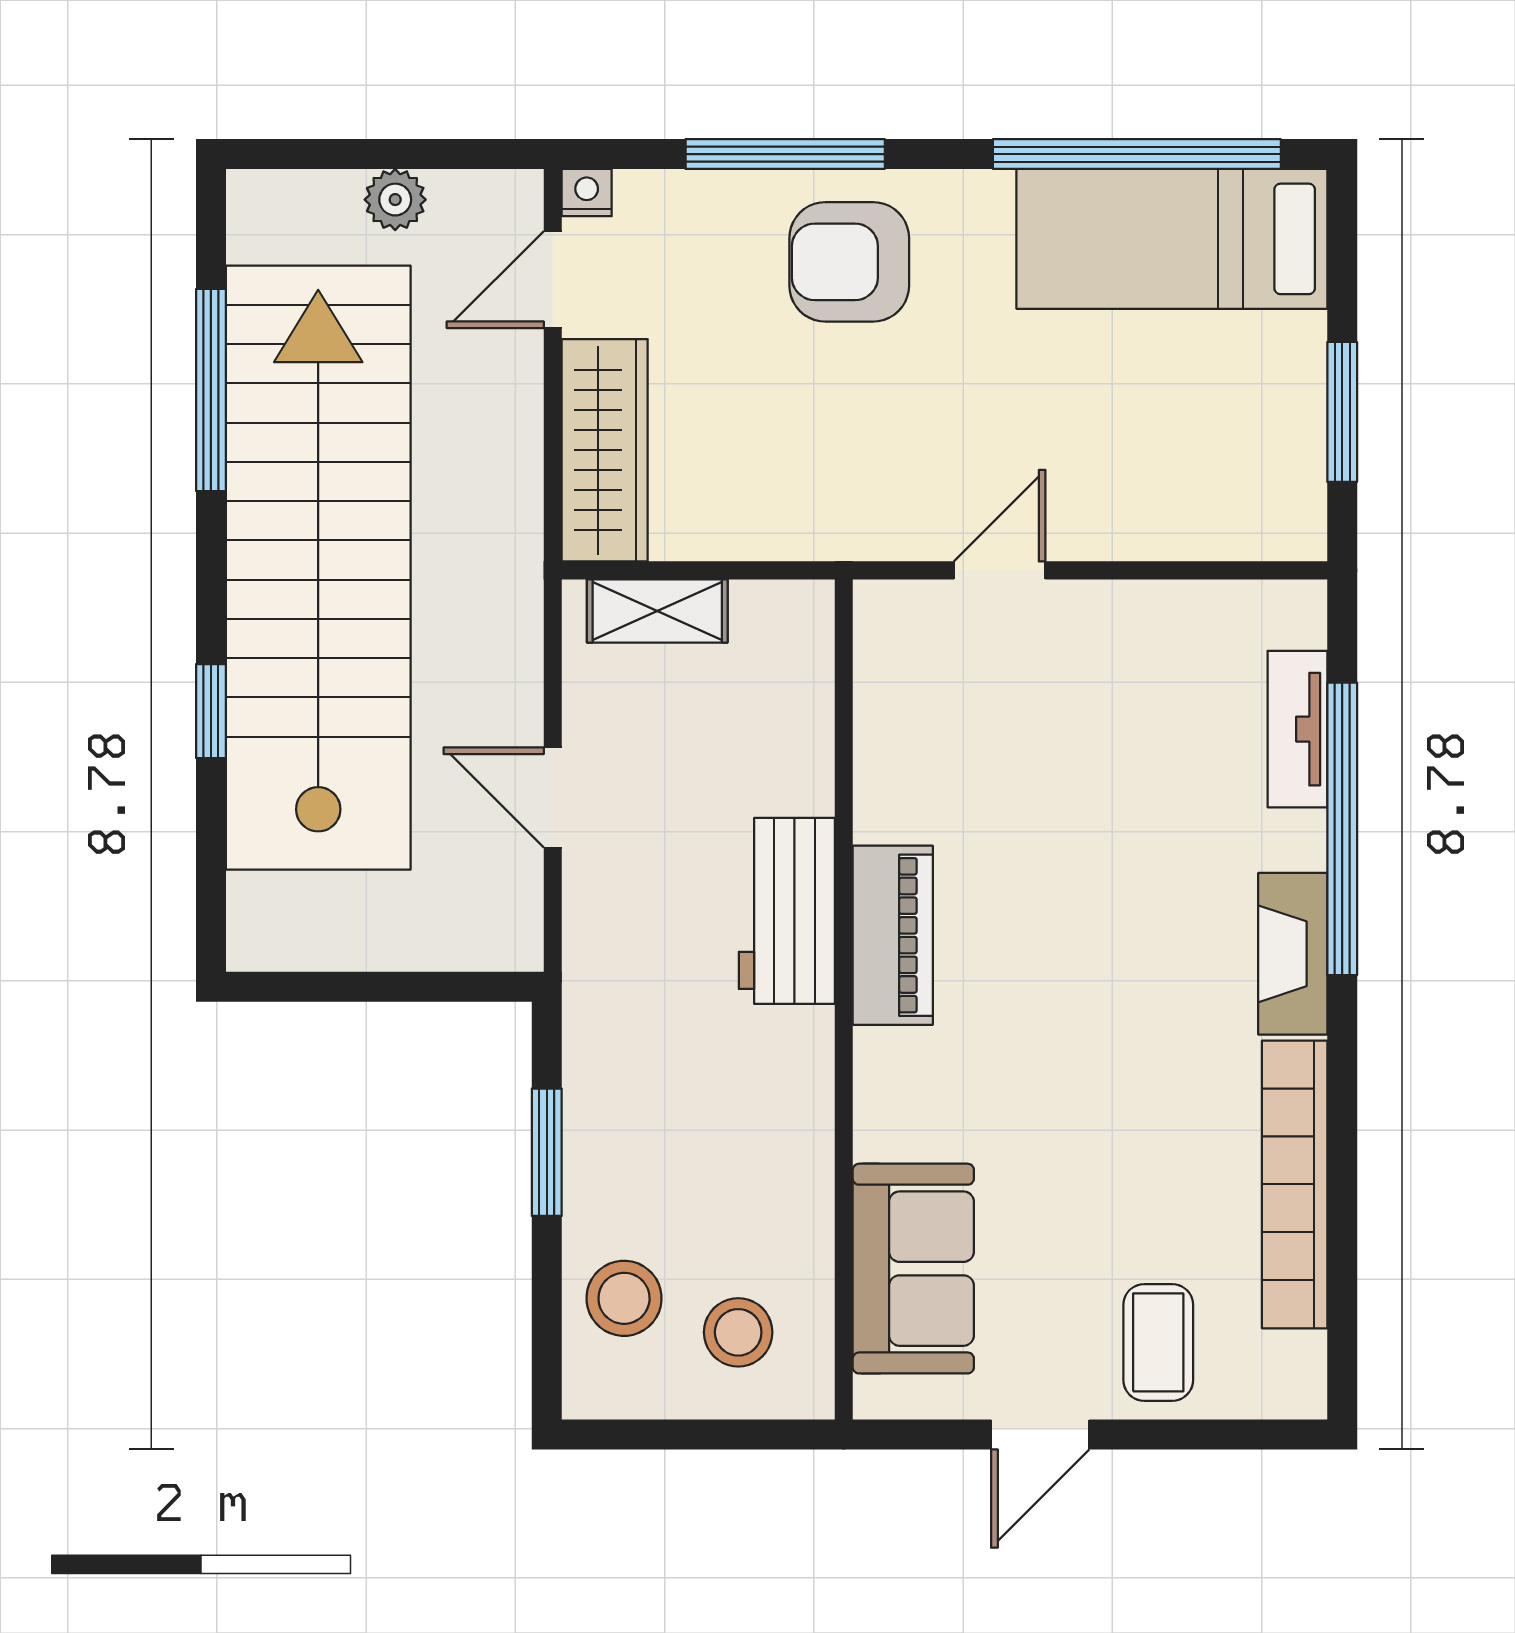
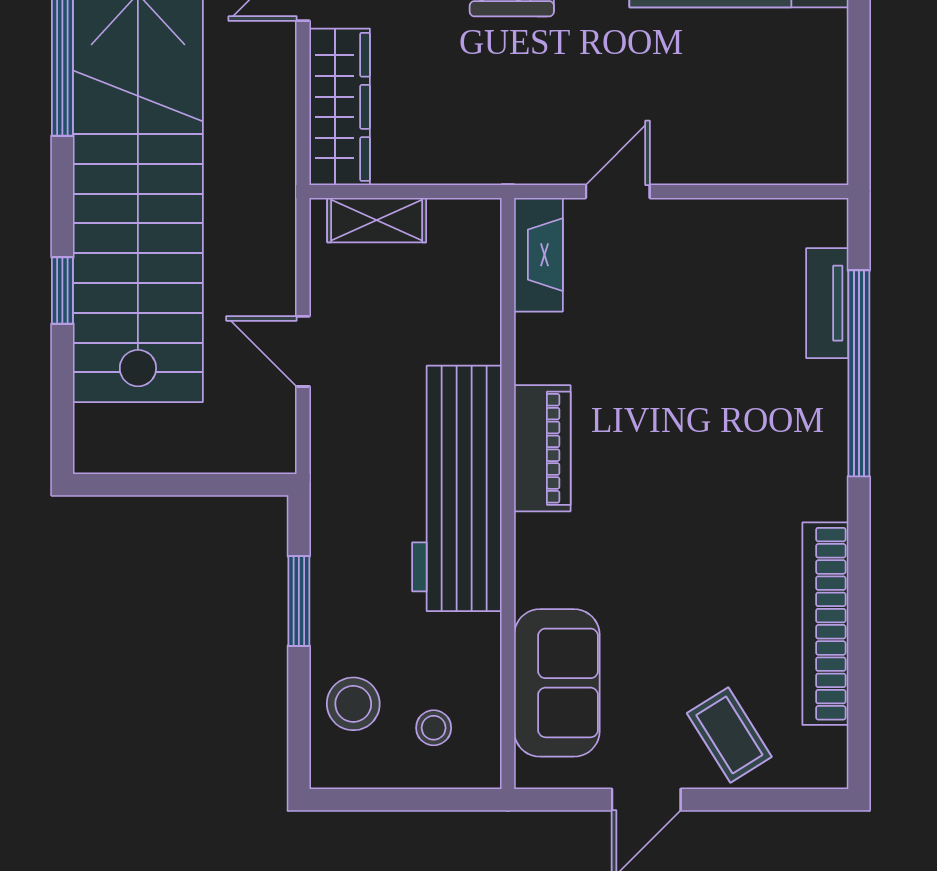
window: (1342, 412) -> (859, 80), removed
workbench: (787, 911) -> (457, 488), width x1.87, depth x1.32
fireplace: (1293, 954) -> (539, 255), moved, turned 180
stool: (738, 1332) -> (434, 728), width x0.73, depth x0.73
coffee table: (1158, 1342) -> (729, 735), turned -32

